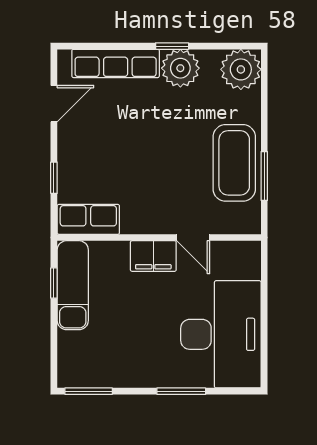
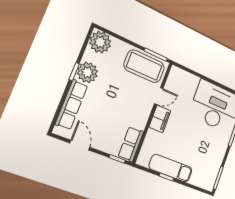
row of seats: (88, 219) -> (131, 144), moved
wall: (159, 238) -> (152, 113), moved
door: (193, 238) -> (159, 96), moved
filing cabinet: (153, 256) -> (160, 119), moved

